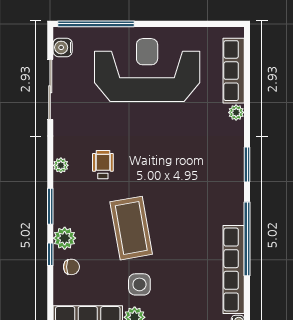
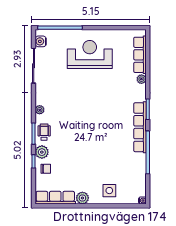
reception desk: (147, 70) -> (90, 54), width x0.74, depth x0.77
wheelchair: (103, 165) -> (44, 132), moved
coffee table: (131, 228) -> (81, 146), removed
row of seats: (234, 269) -> (140, 127), moved
side table: (139, 284) -> (109, 191), moved

